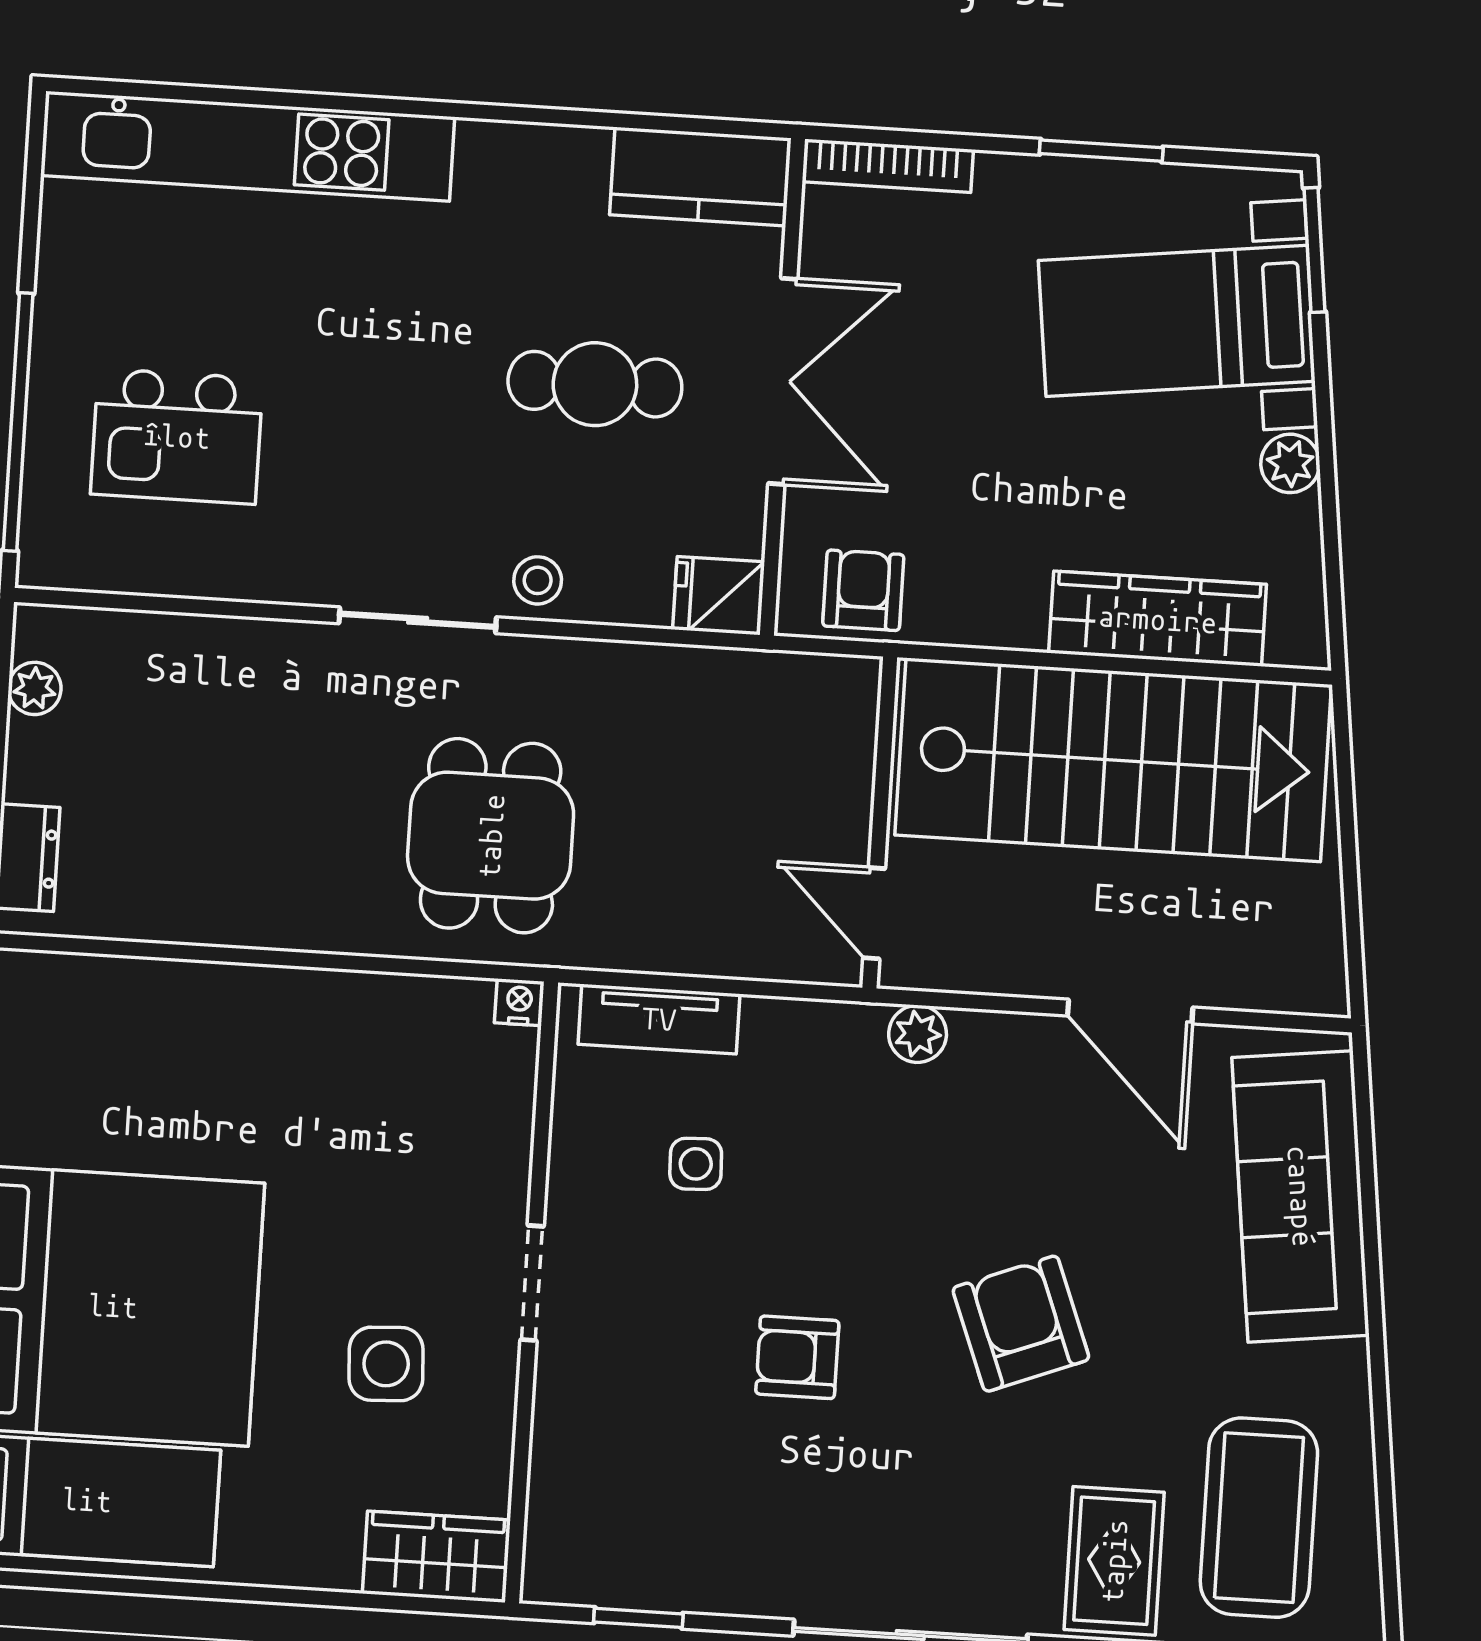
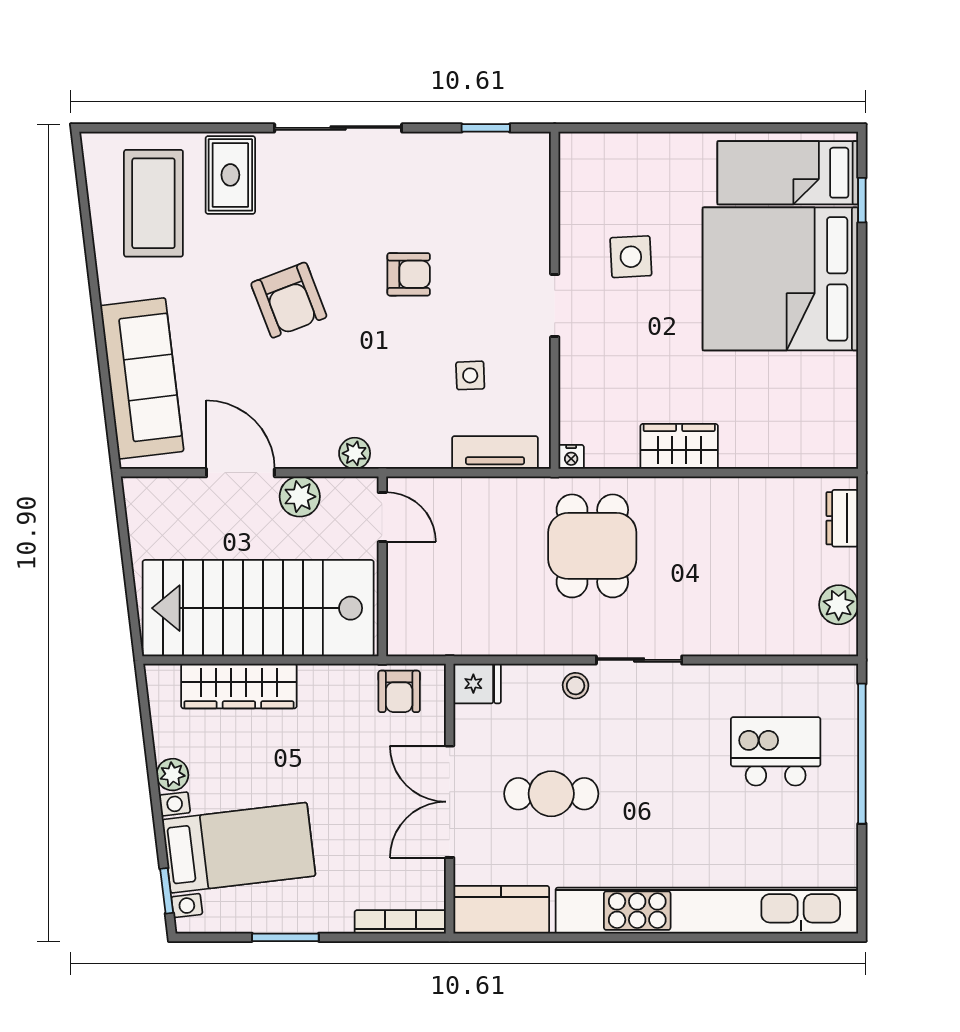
kitchen unit: (248, 146) -> (707, 911), width x1.36
window: (1314, 250) -> (167, 891), width x0.67
plant: (35, 688) -> (839, 605), width x1.38, depth x1.38
plant: (1024, 961) -> (300, 497), added
wardrobe: (436, 1557) -> (679, 446), moved, turned 180

